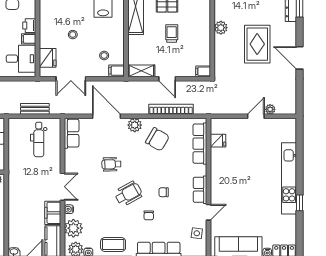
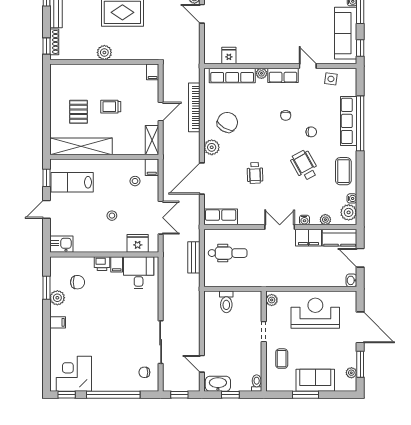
plant: (202, 170) -> (261, 73), added
wheelchair: (128, 194) -> (304, 165), moved
plant: (73, 228) -> (325, 220), width x0.53, depth x0.53

